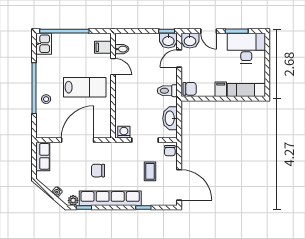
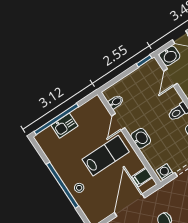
washbasin: (168, 41) -> (141, 138), moved, turned -90
kitchen sink: (44, 44) -> (64, 126), moved, turned 90
filing cabinet: (103, 47) -> (142, 177), moved
door: (113, 67) -> (118, 122), swing flipped

